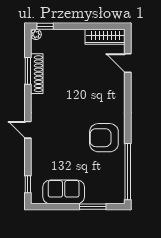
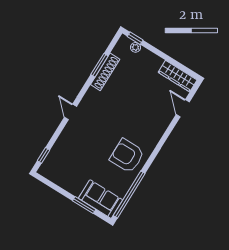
plant: (36, 34) -> (136, 47), moved
sofa: (64, 192) -> (101, 199), moved

